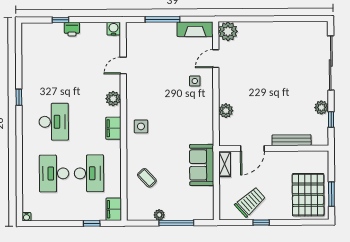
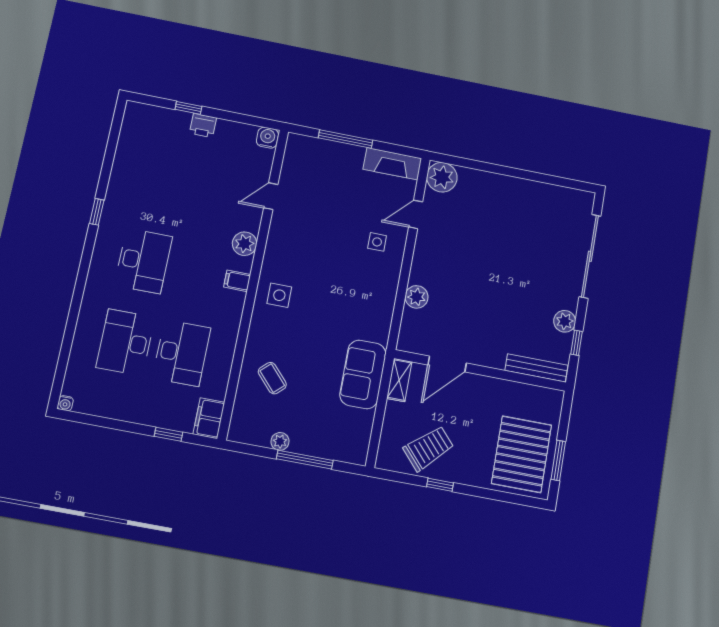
filing cabinet: (113, 128) -> (237, 281), width x0.50
bench: (292, 140) -> (536, 368), moved

